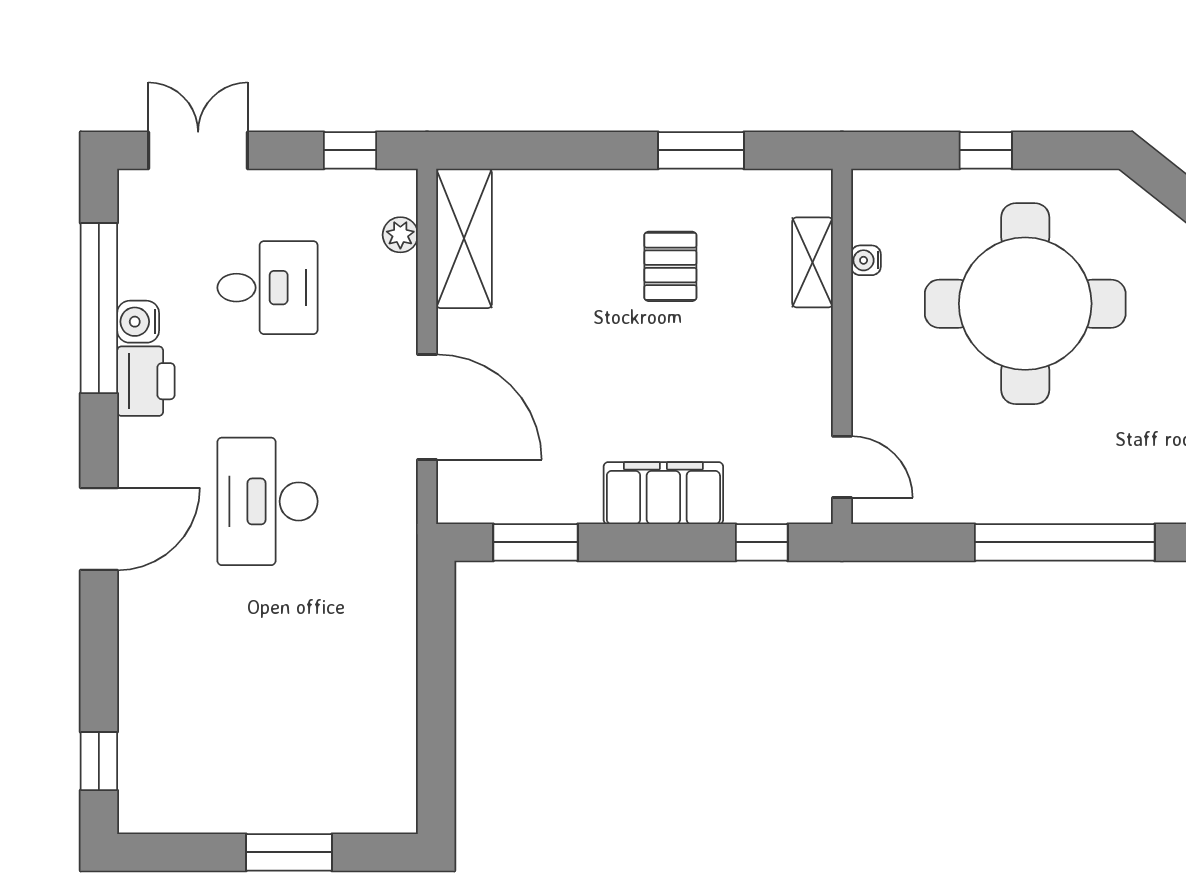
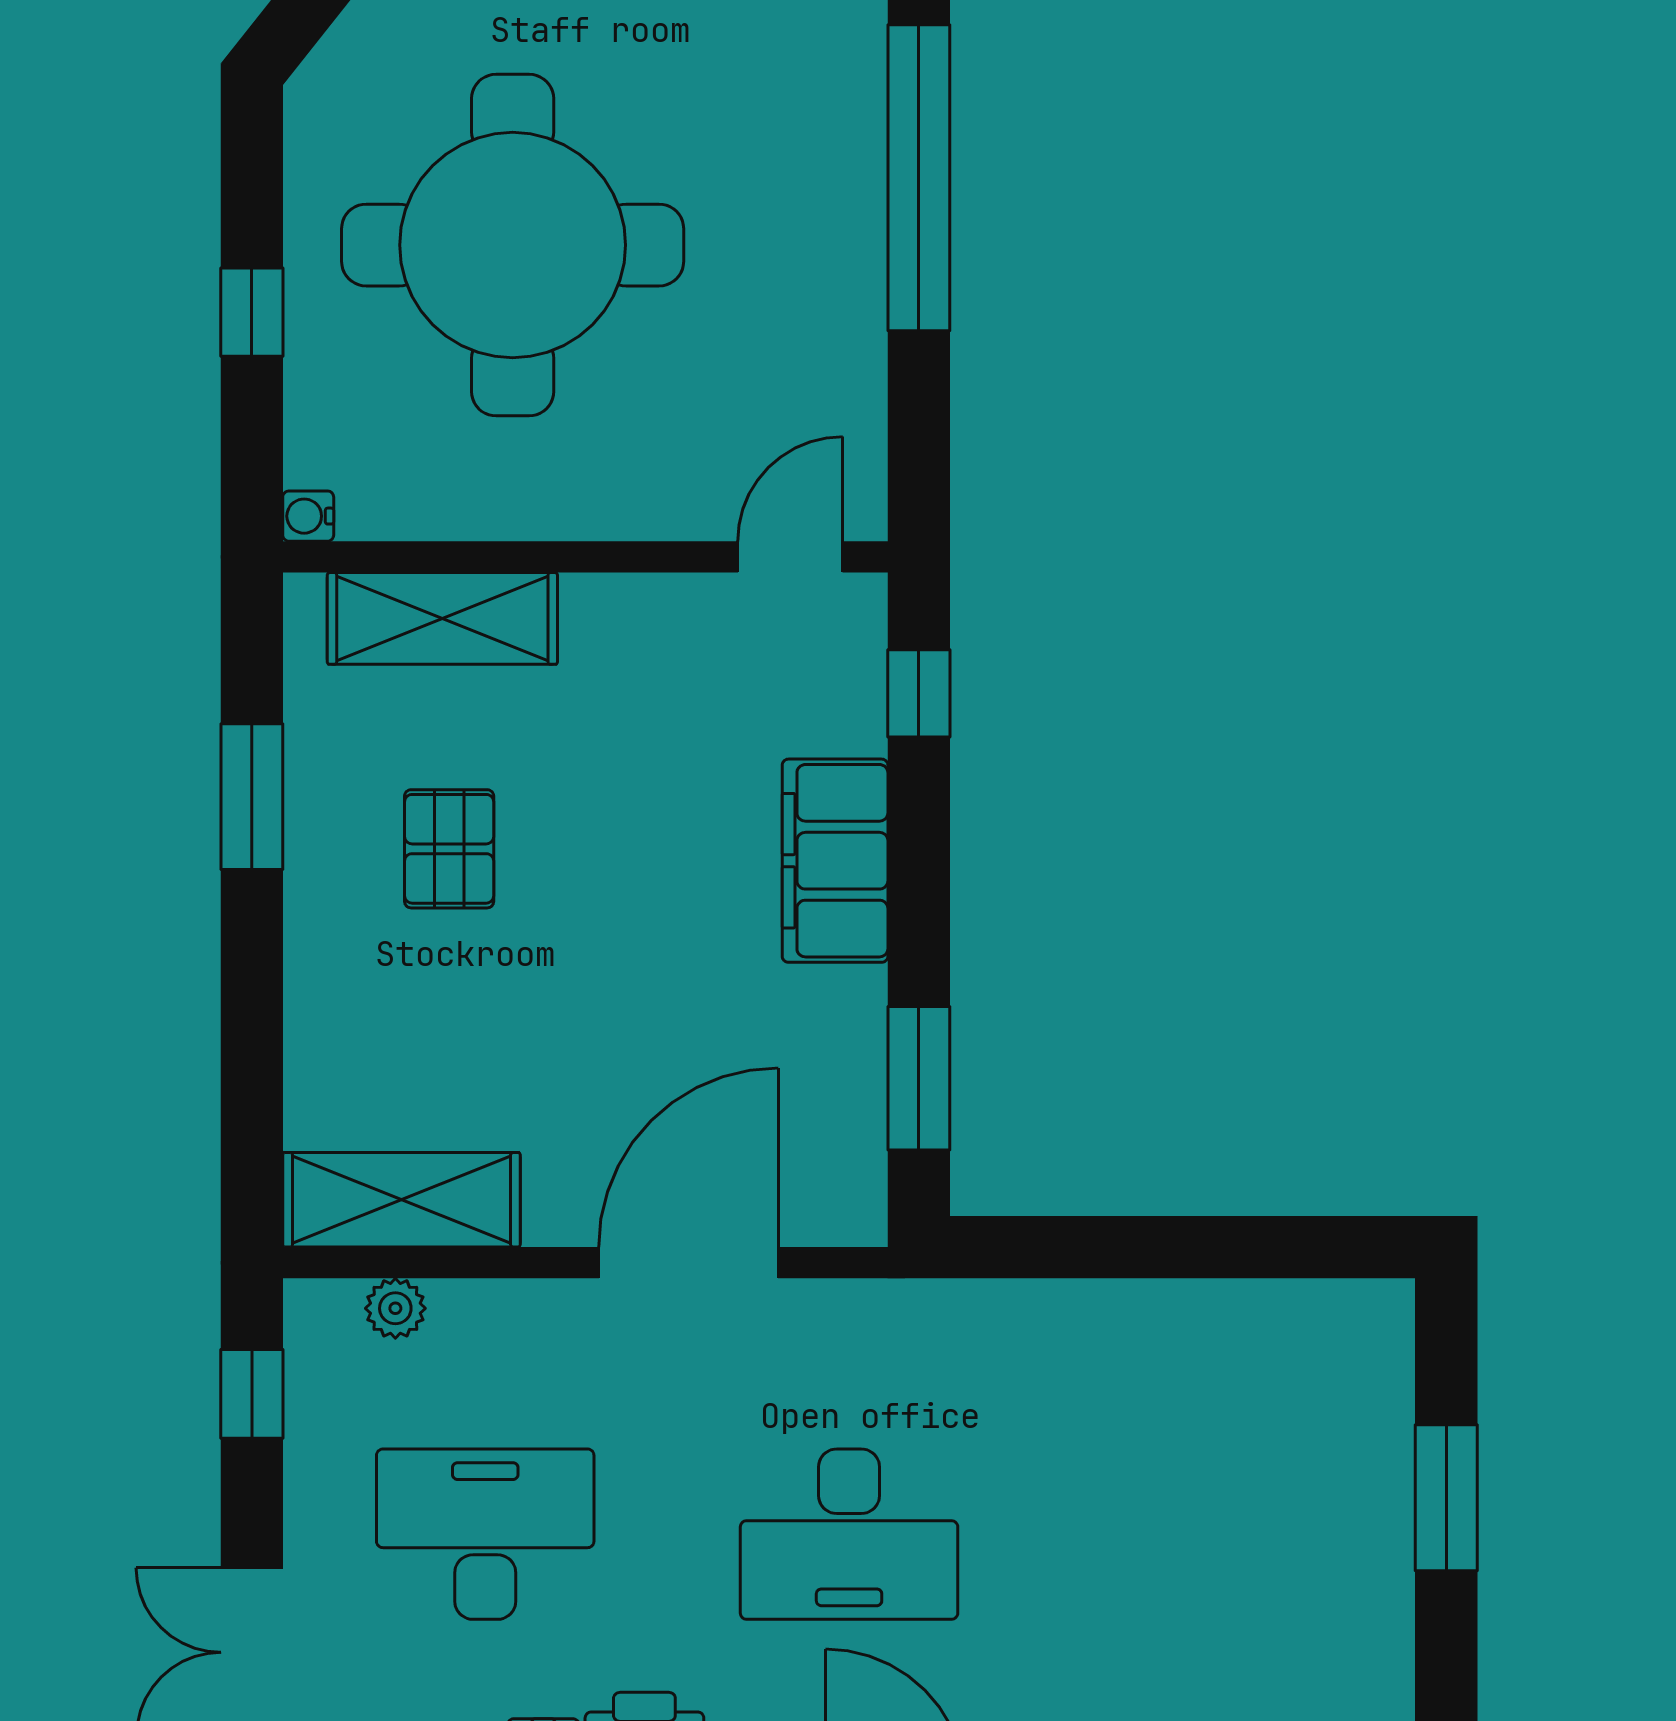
water cooler: (866, 260) -> (308, 516), moved, turned 90
shelving: (813, 262) -> (442, 618), width x1.50, depth x1.33
pallet: (670, 266) -> (449, 849), turned 90
desk: (268, 288) -> (485, 1534), width x1.37

